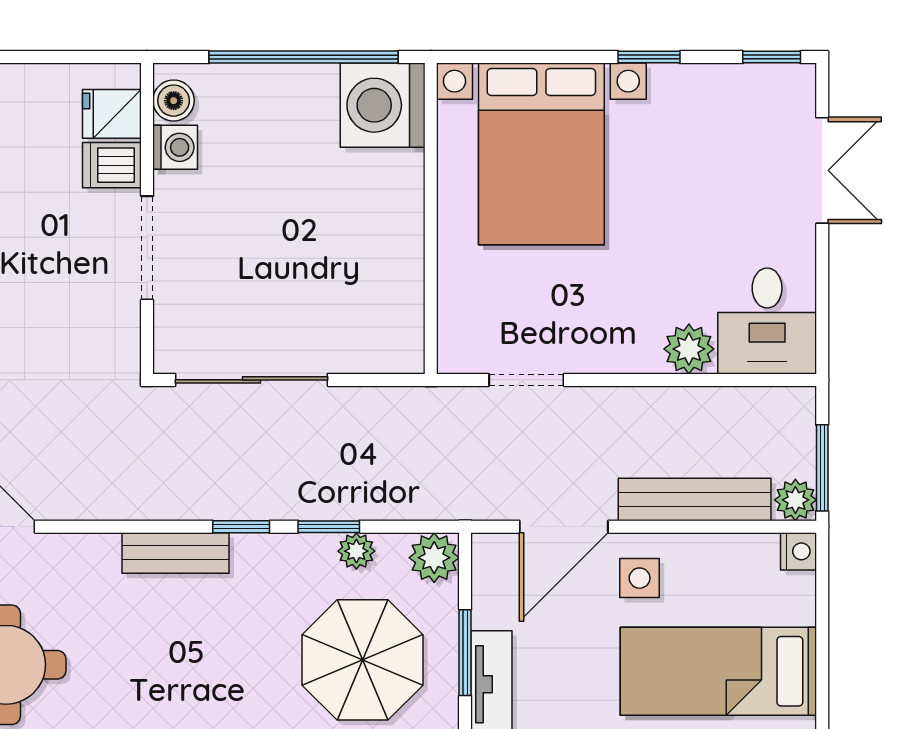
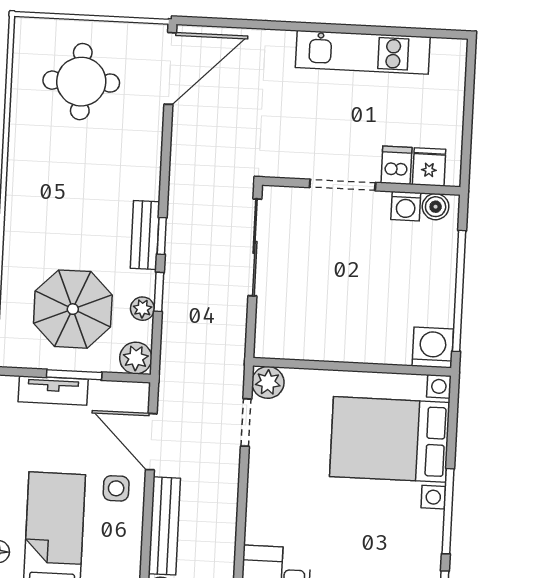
window: (649, 57) -> (448, 511), width x2.17
washing machine: (383, 105) -> (433, 347), width x0.73, depth x0.73
plant: (689, 349) -> (268, 382), moved
bench: (176, 553) -> (145, 235), moved

